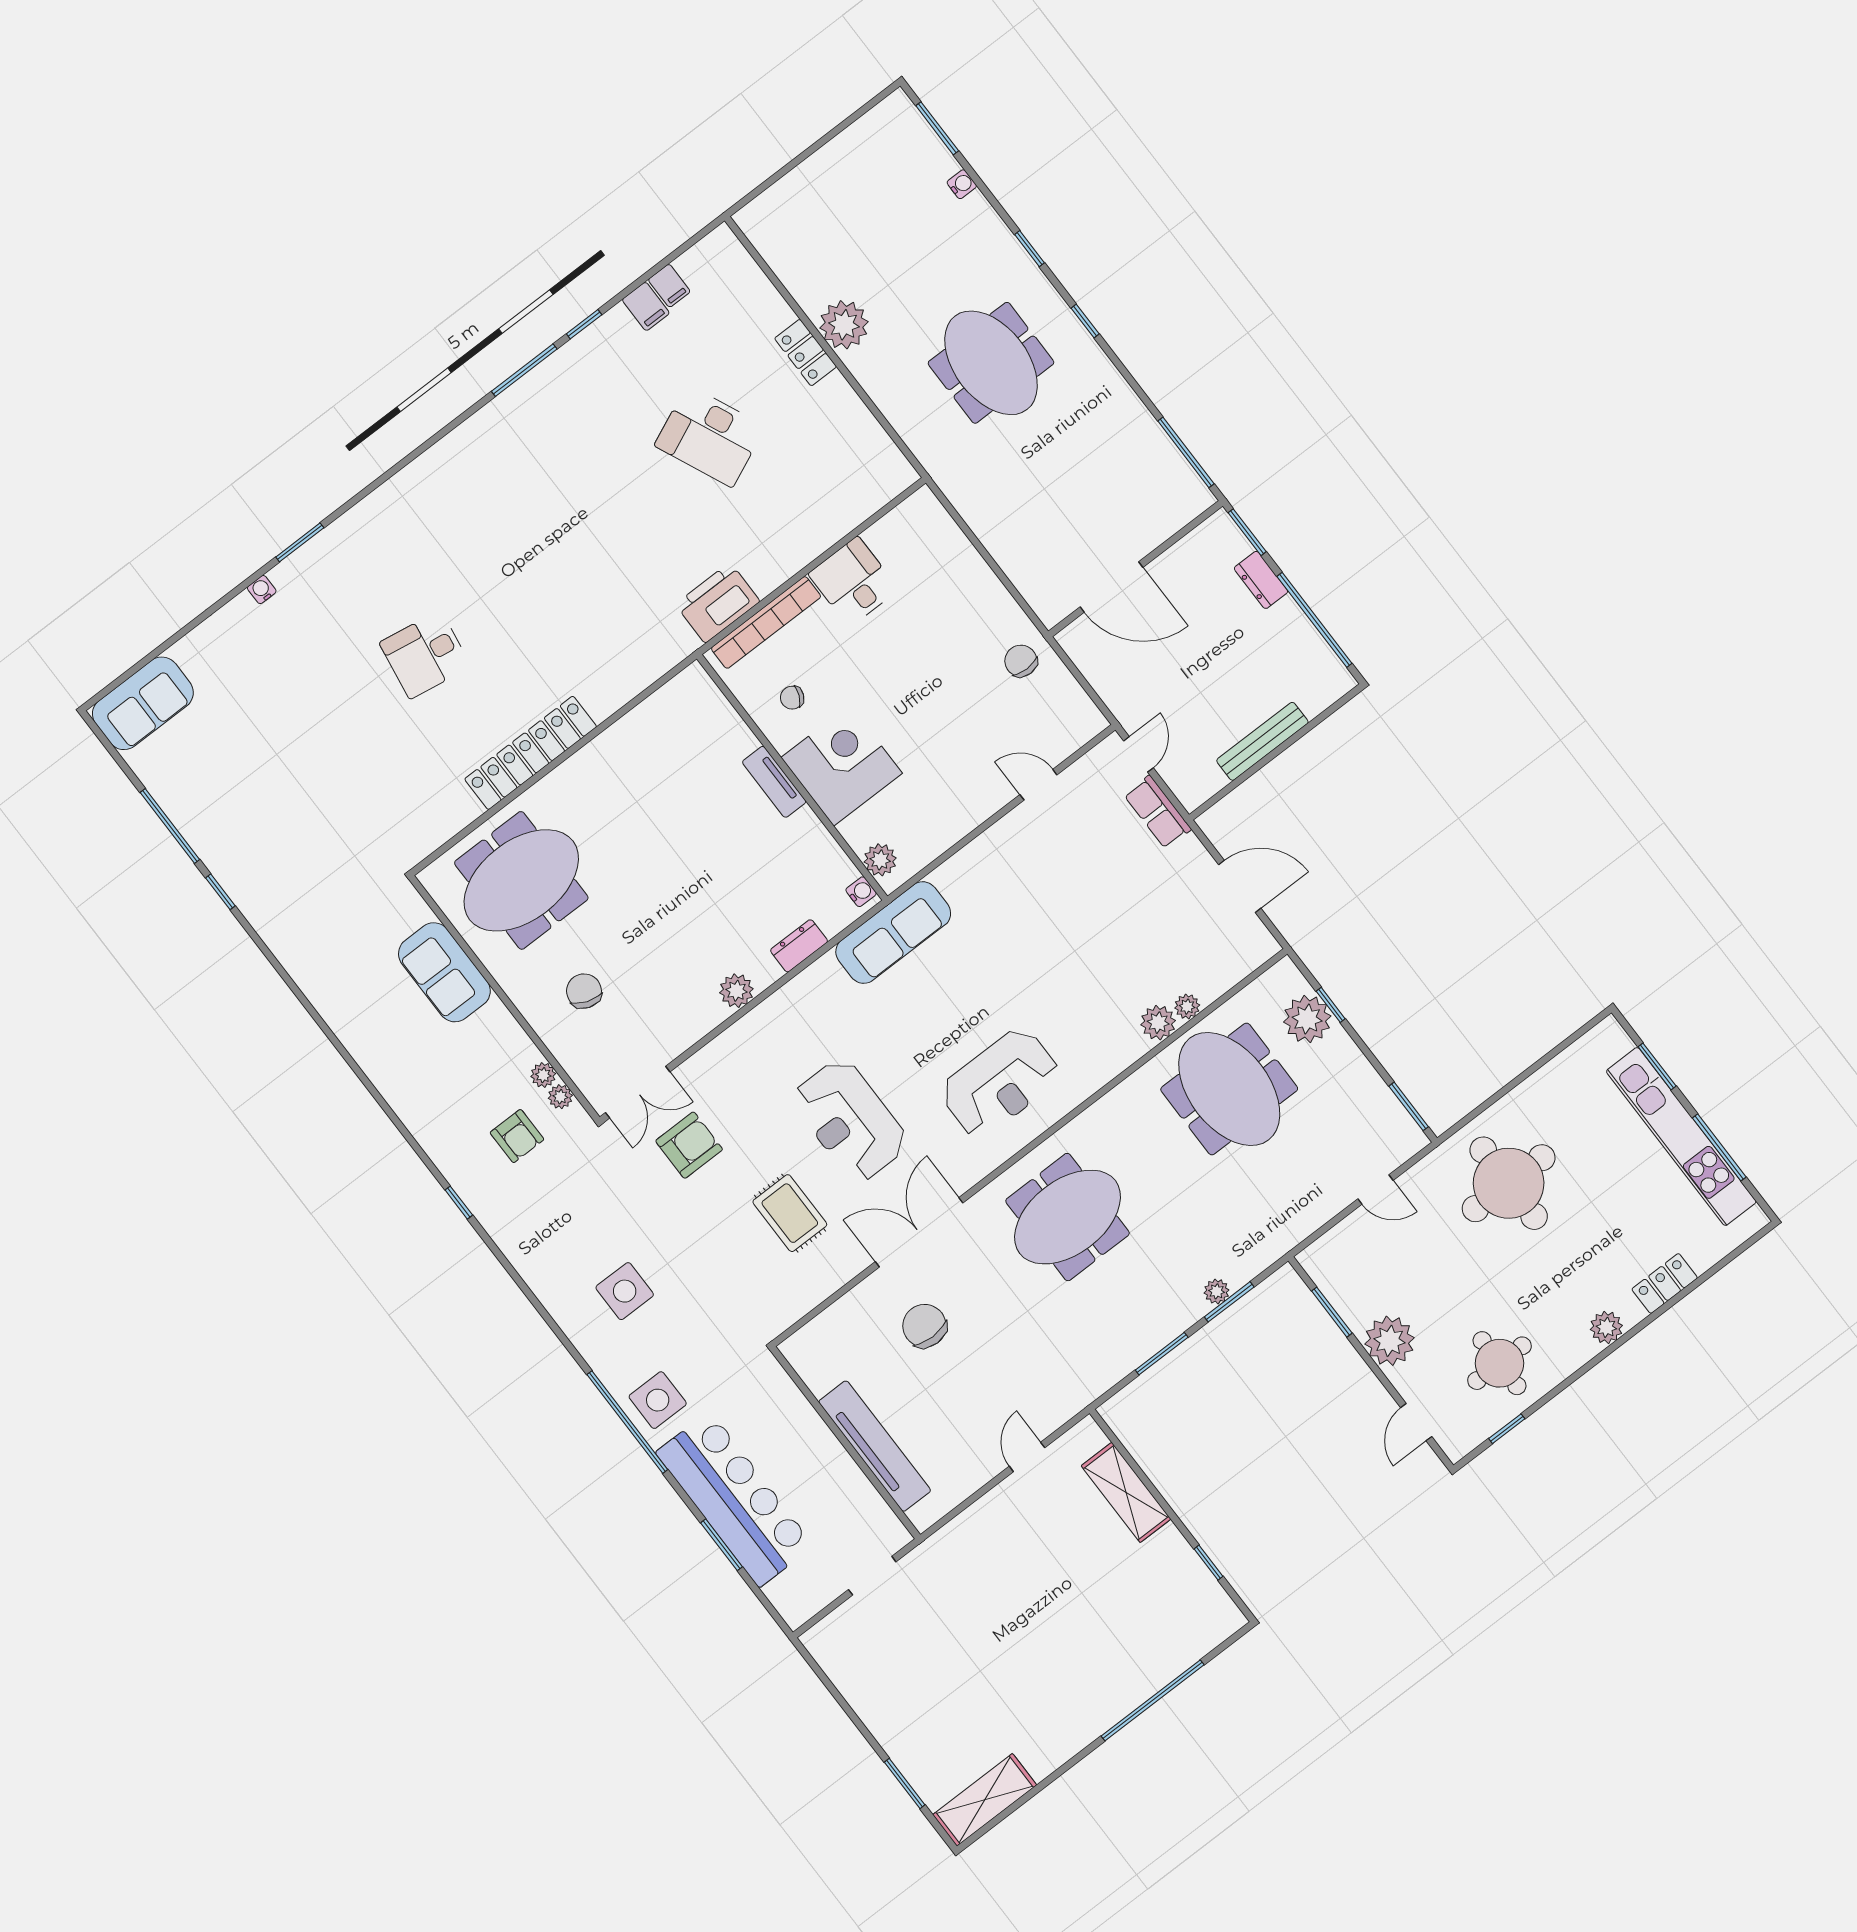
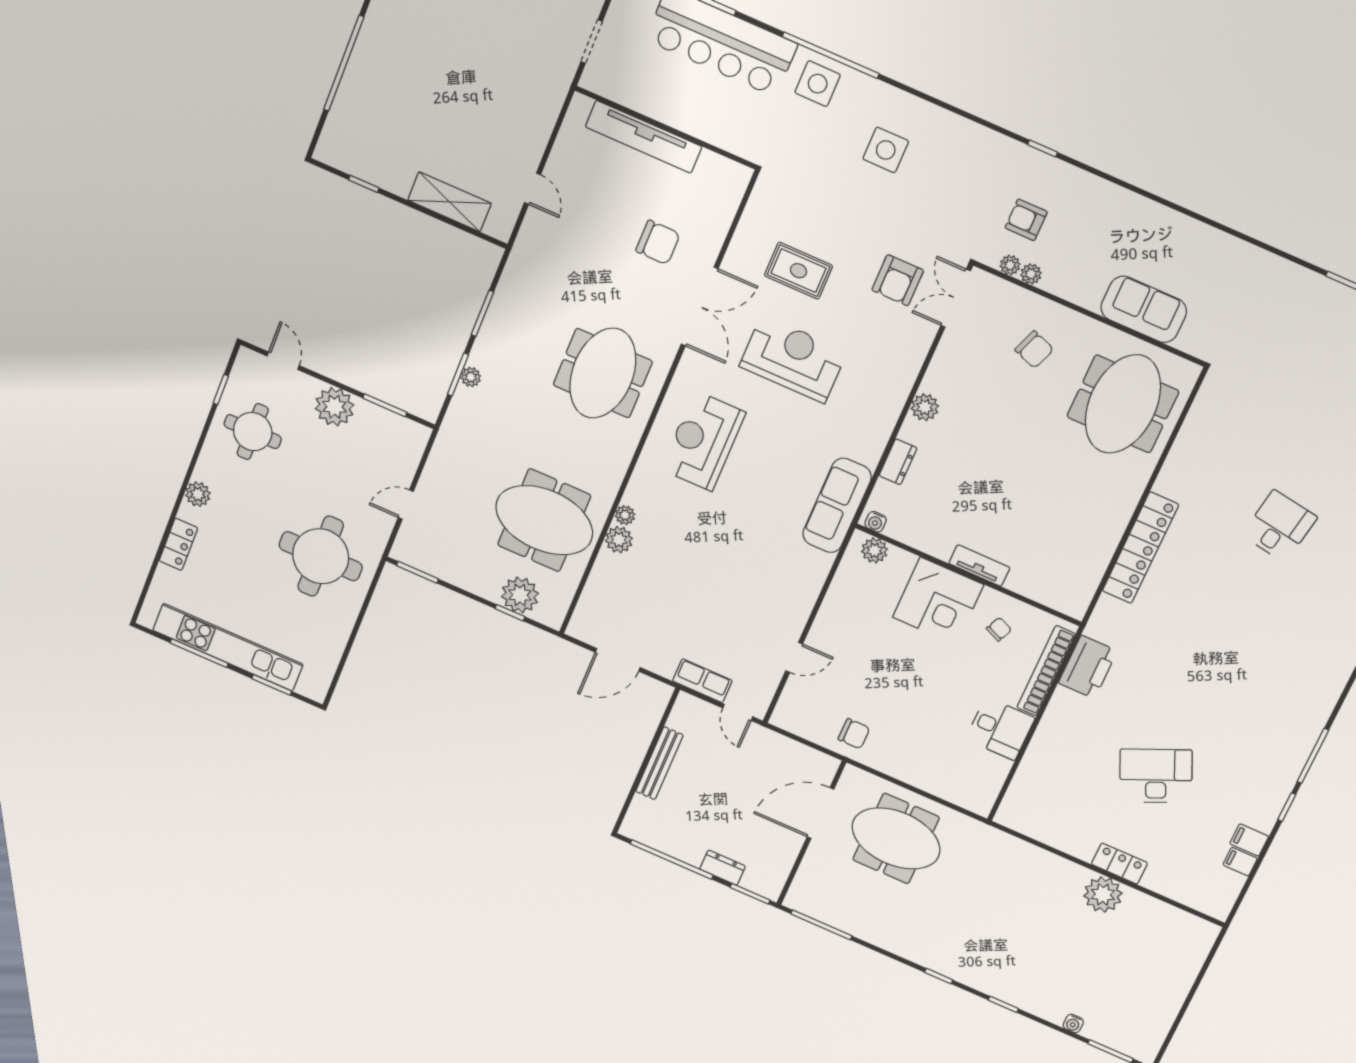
meeting table: (991, 363) -> (896, 838), moved
locker: (531, 753) -> (1140, 548), moved
plant: (1187, 1007) -> (625, 515), moved

